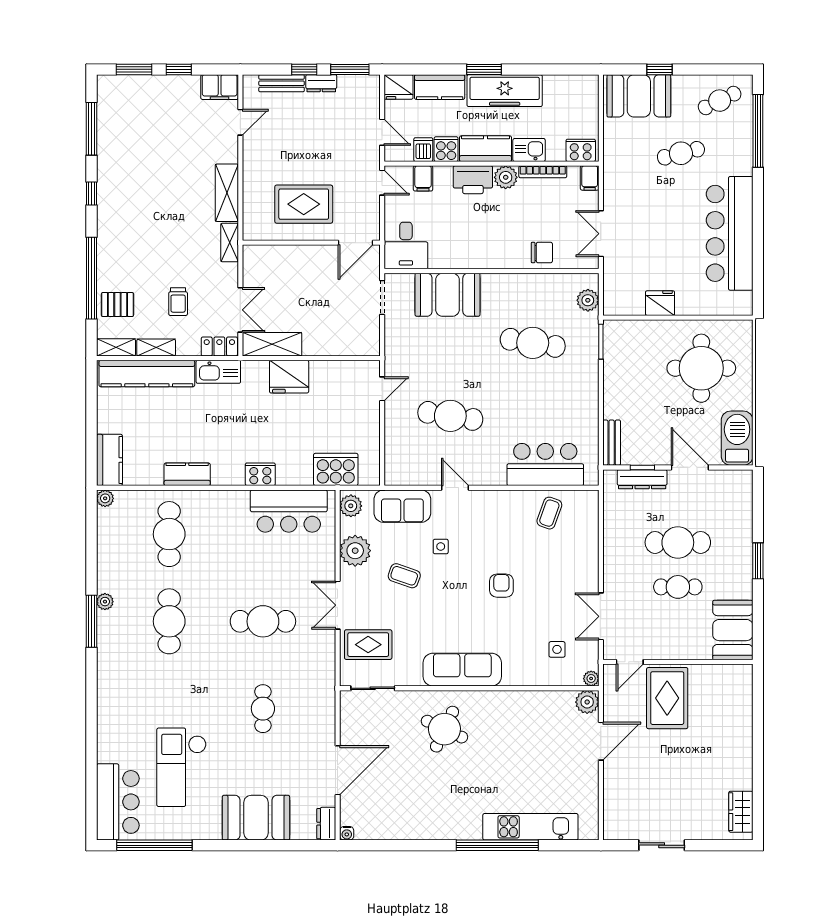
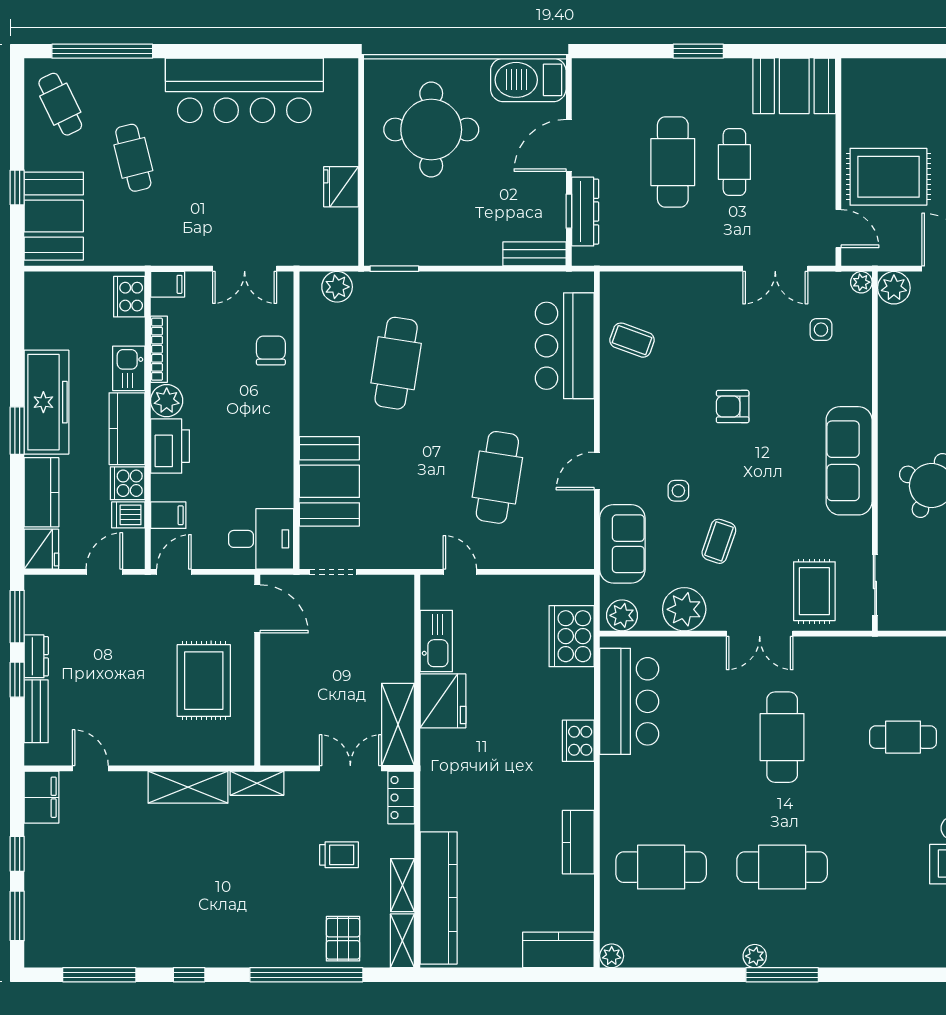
kitchen sink: (218, 372) -> (436, 641), moved

